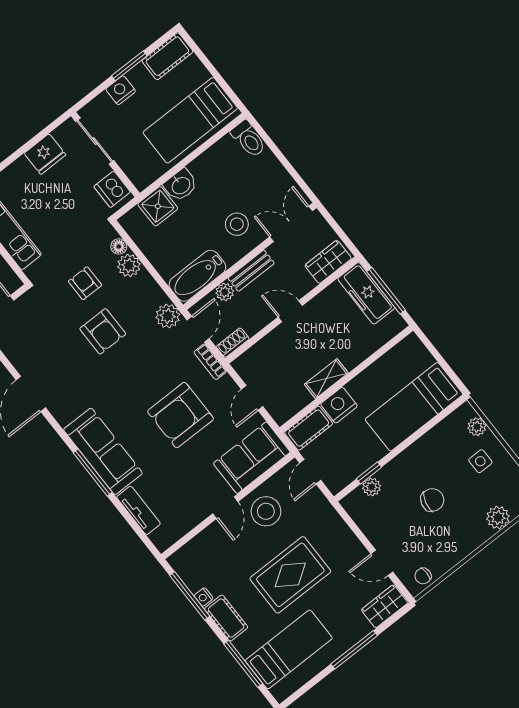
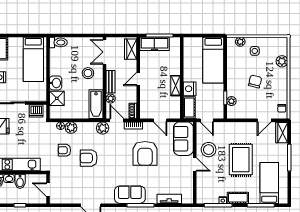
armchair: (103, 331) -> (89, 158), turned 180
sofa: (103, 451) -> (130, 195), width x0.73

